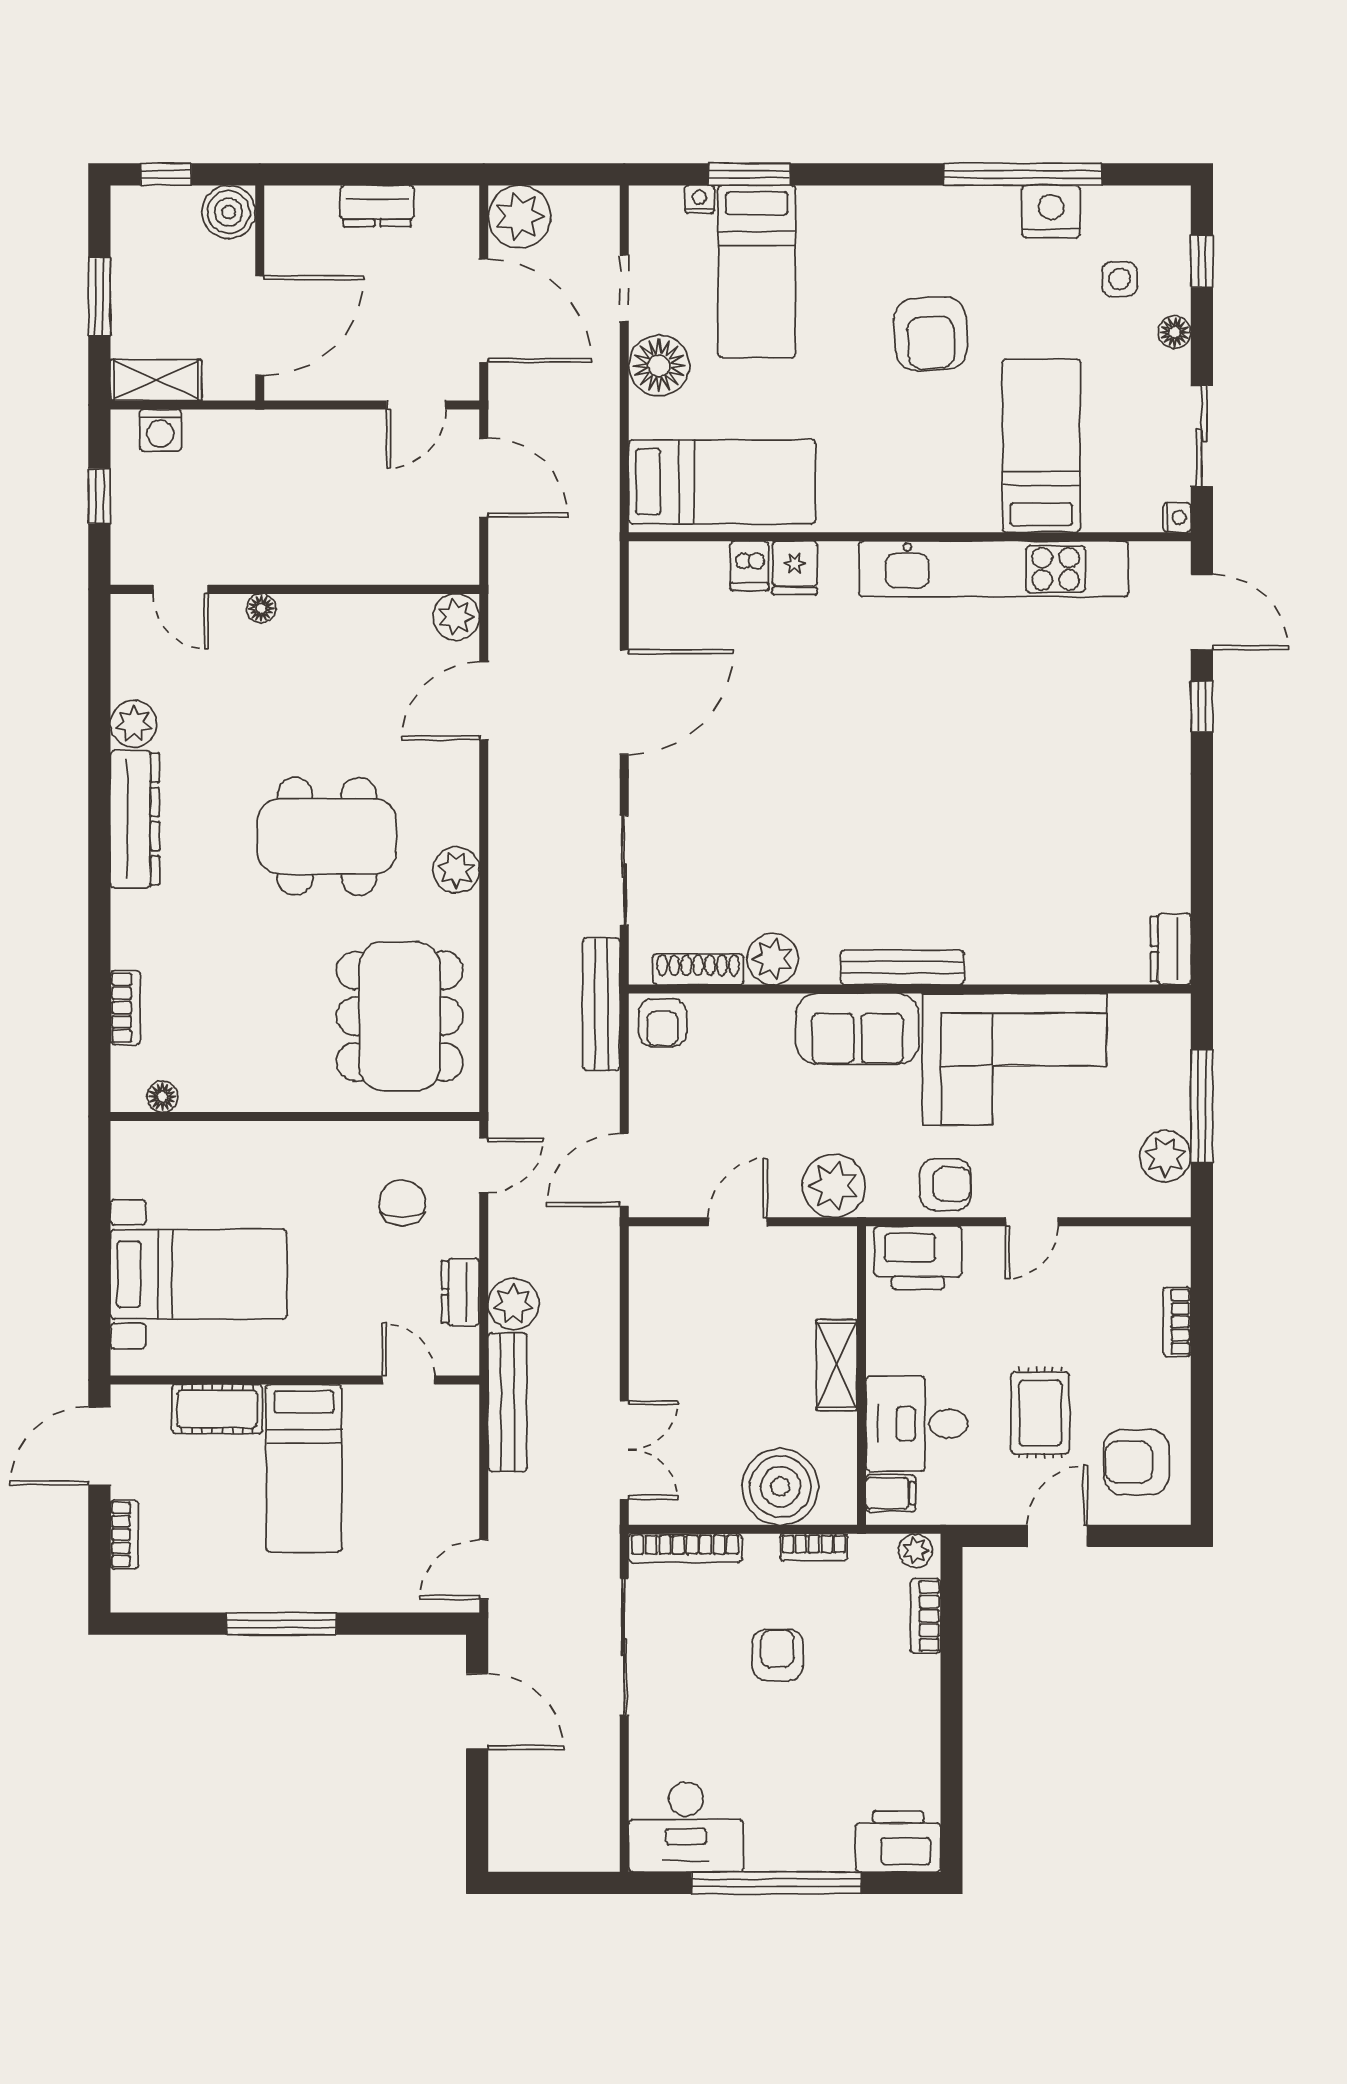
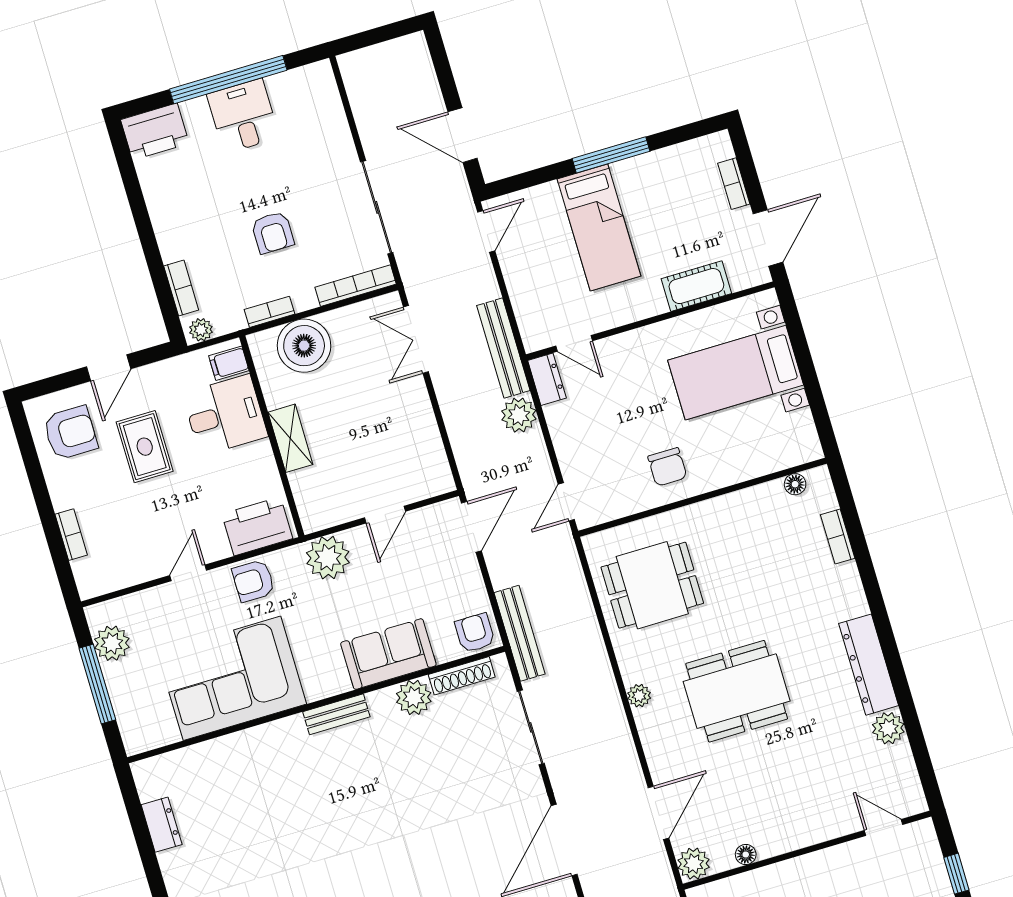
floor lamp: (261, 608) -> (746, 854), moved
plant: (456, 870) -> (639, 696), width x0.73, depth x0.73
dresser: (1171, 949) -> (162, 825), moved
bench: (902, 967) -> (336, 714), width x0.73
dining table: (400, 1016) -> (652, 585), width x0.73
sofa: (857, 1029) -> (388, 654), moved
chair: (402, 1203) -> (667, 467), moved
dresser: (460, 1292) -> (547, 379), moved
bed: (304, 1468) -> (599, 228), moved, turned 180
desk: (686, 1827) -> (243, 116), moved, width x0.73

